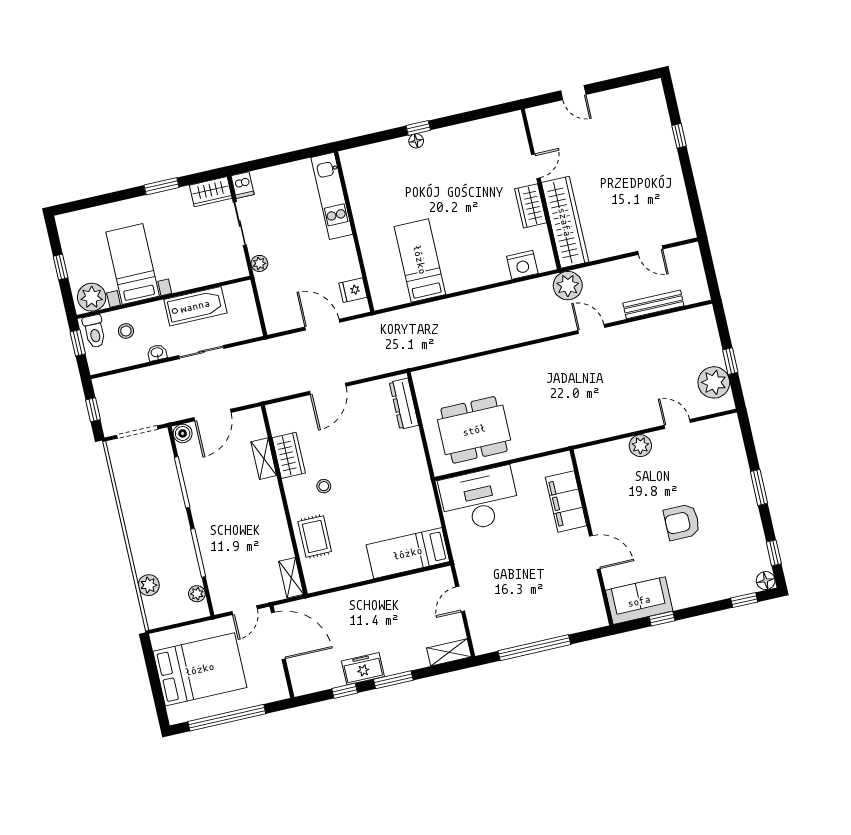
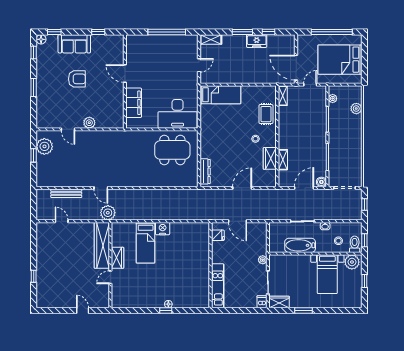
bed: (420, 260) -> (146, 243), moved
nightstand: (522, 265) -> (163, 229), moved
sofa: (639, 601) -> (74, 44), moved

